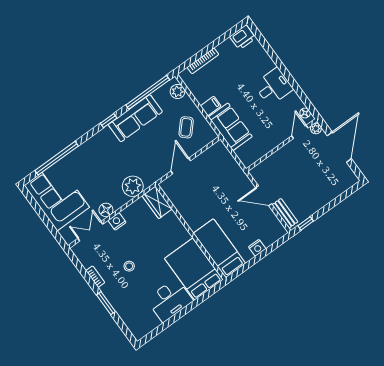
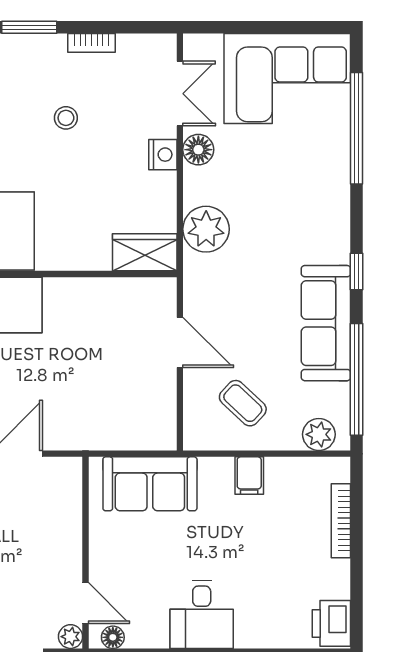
sofa: (230, 127) -> (150, 484), moved

